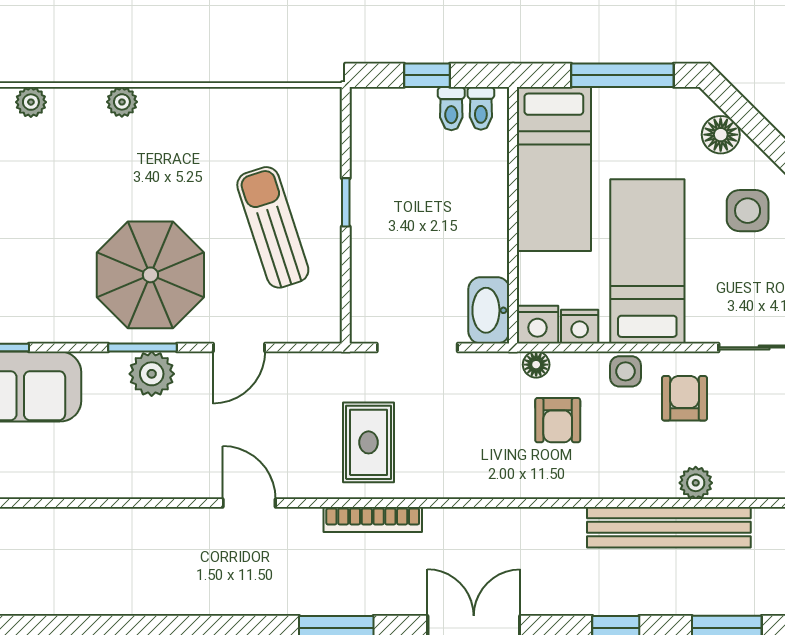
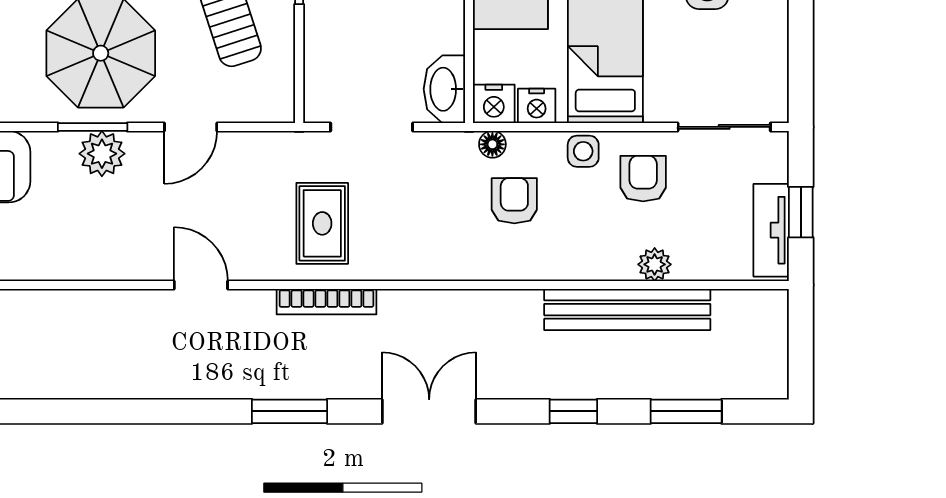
armchair: (558, 420) -> (514, 201), turned 180

